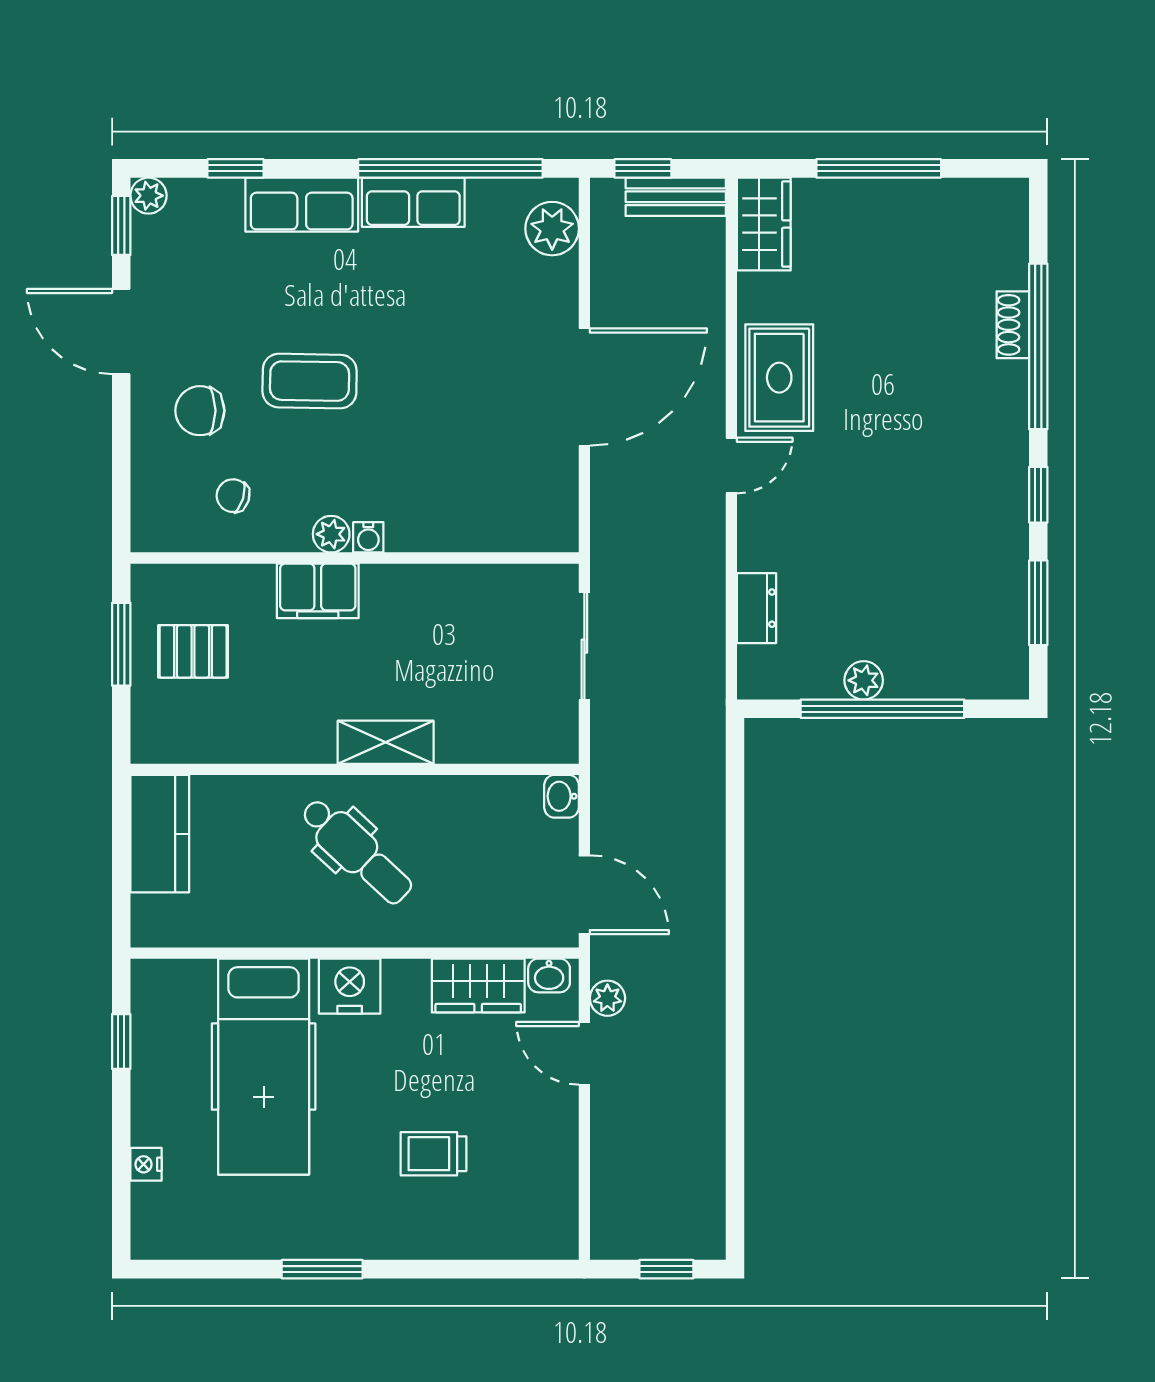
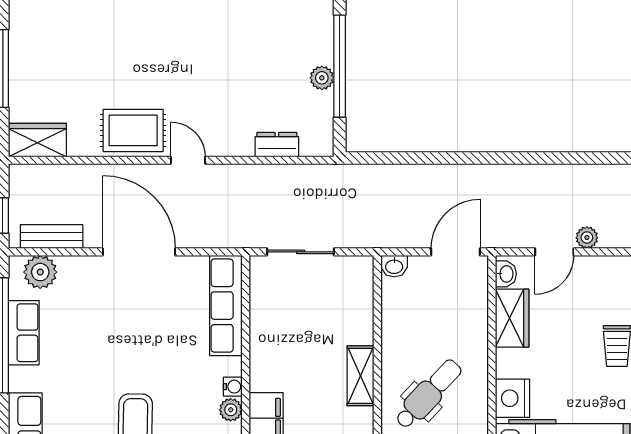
bench: (676, 197) -> (52, 237), moved, turned 90
row of seats: (413, 202) -> (24, 333), moved
row of seats: (498, 526) -> (226, 306), added
plant: (607, 998) -> (587, 238), moved

